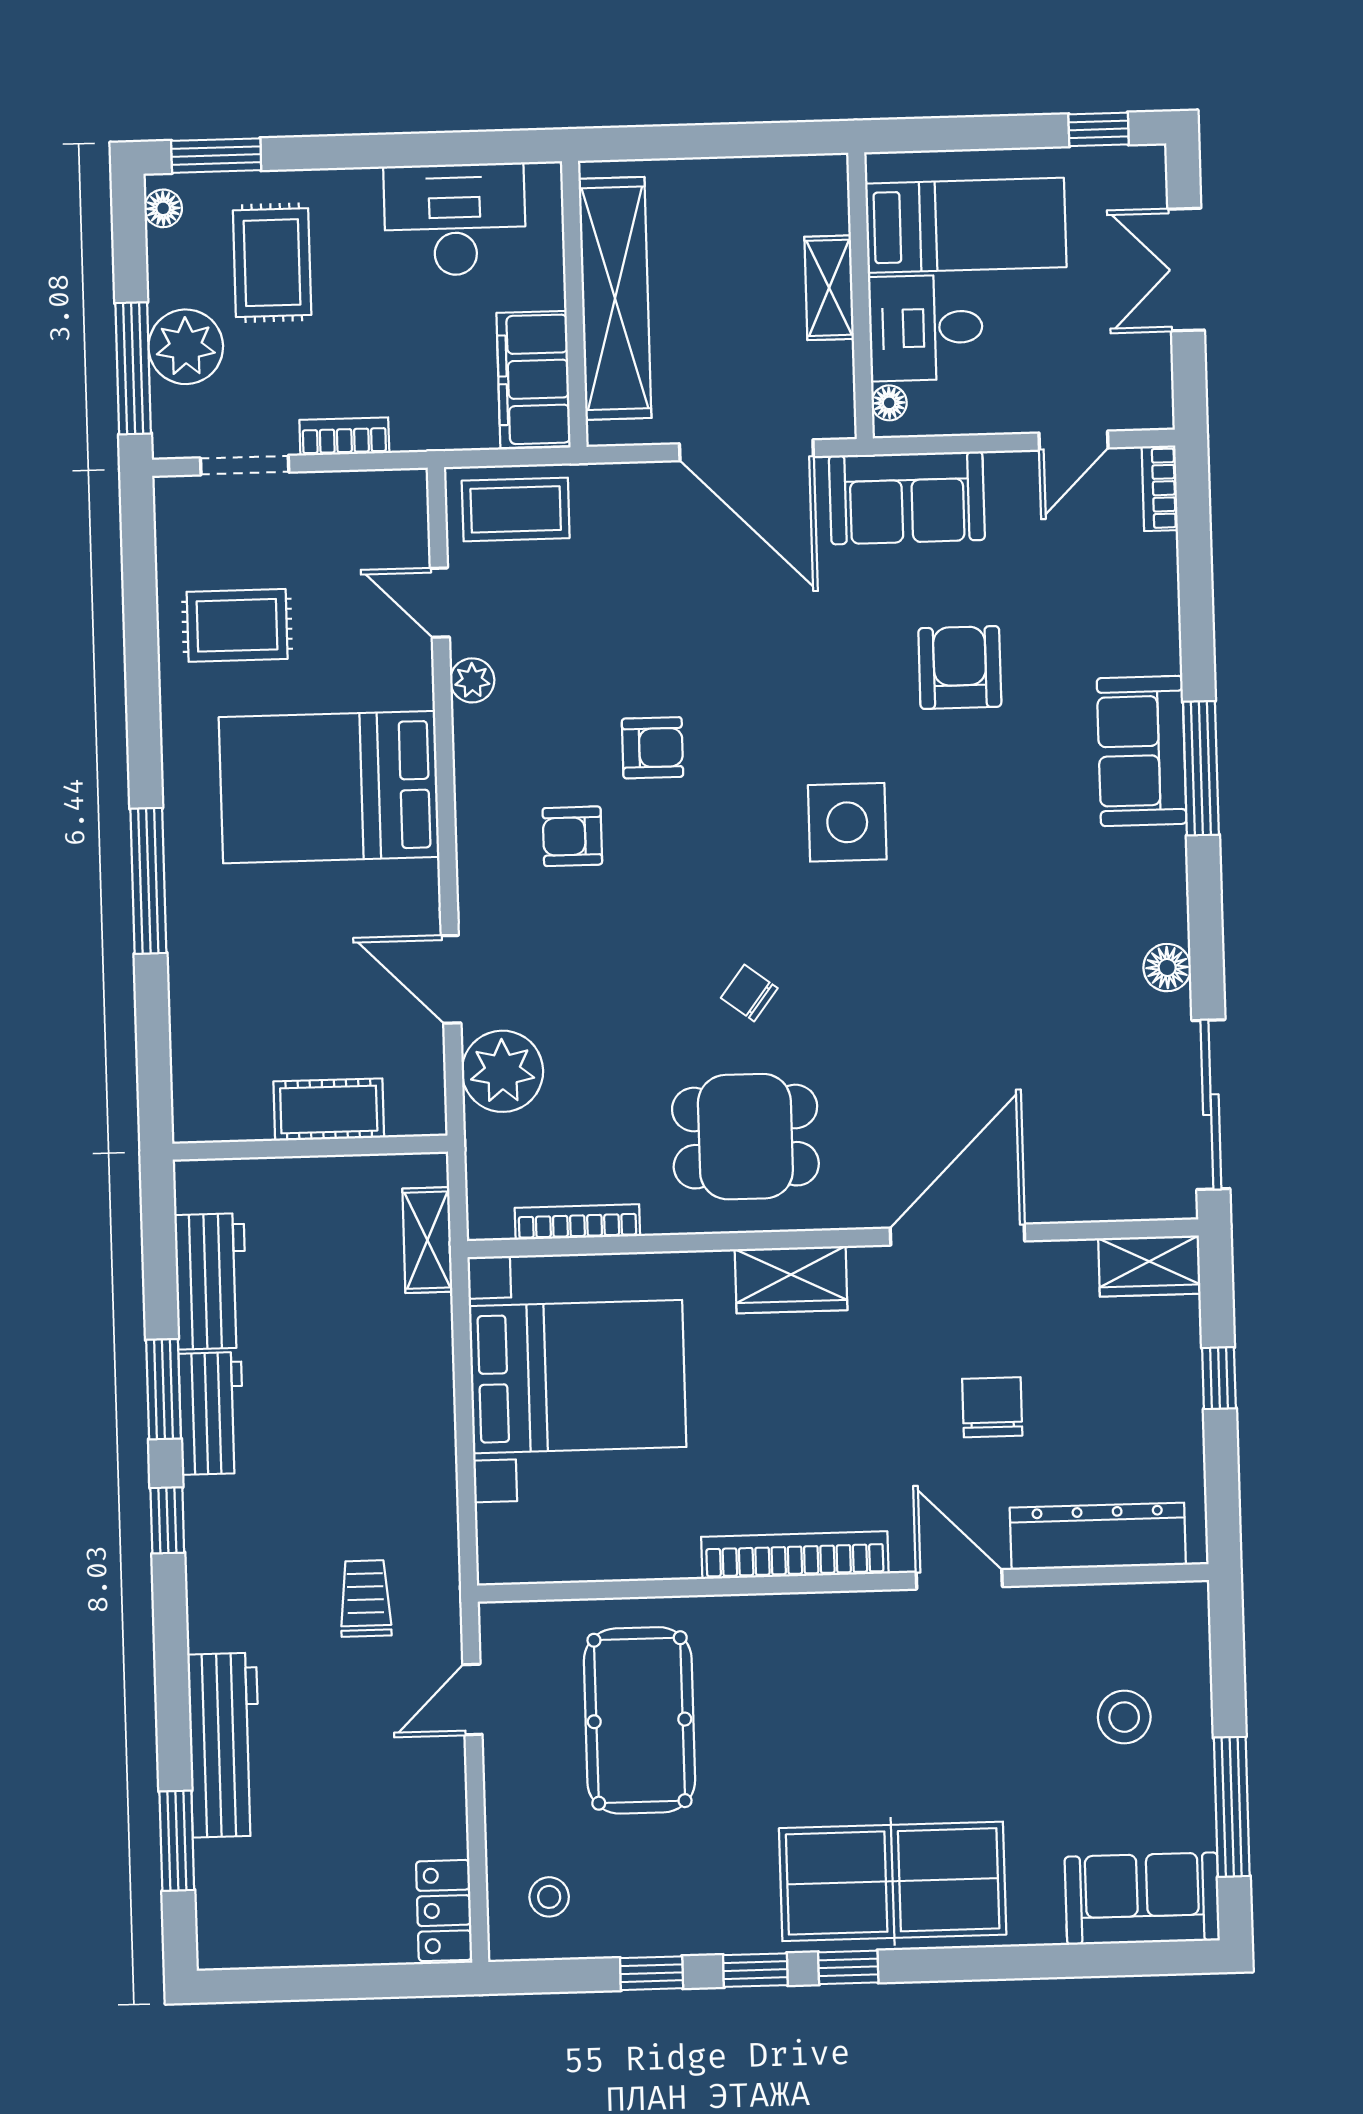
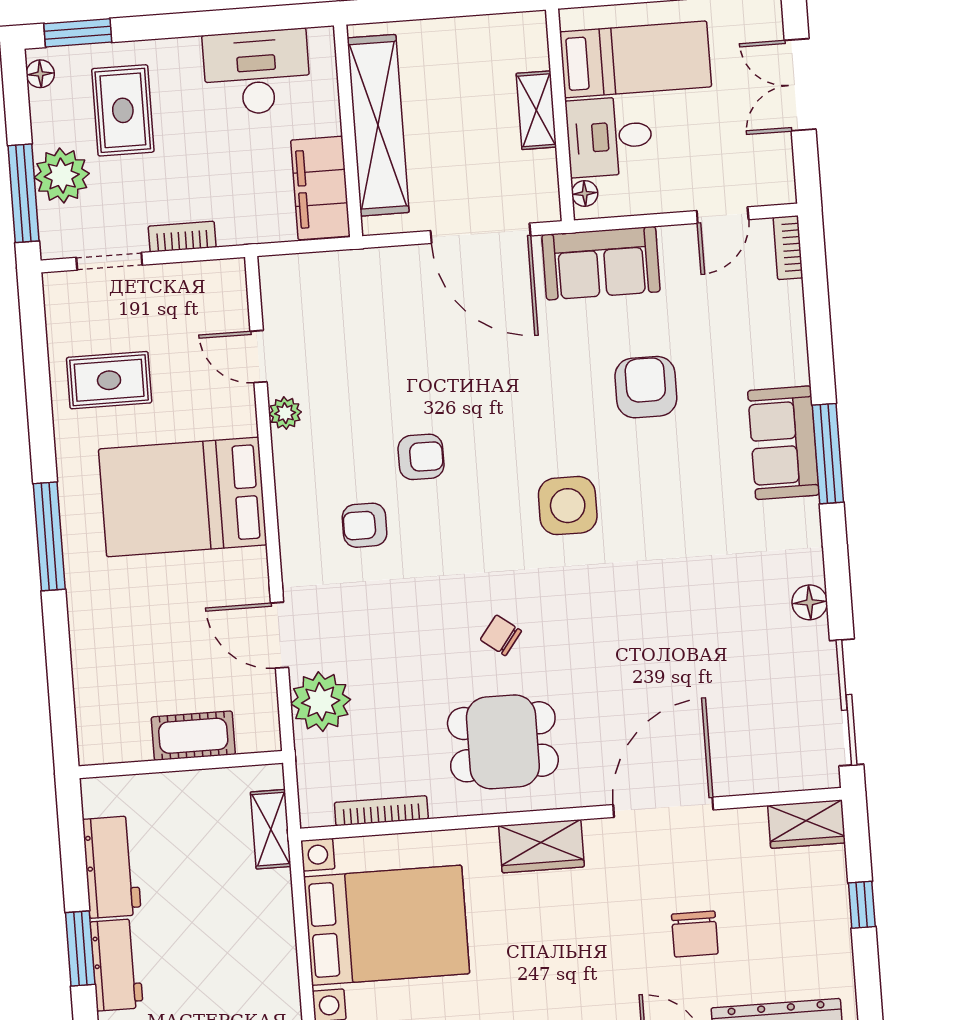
coffee table: (516, 509) -> (312, 285), removed
window: (148, 881) -> (49, 536), moved
chair: (992, 1407) -> (695, 934), turned 180

